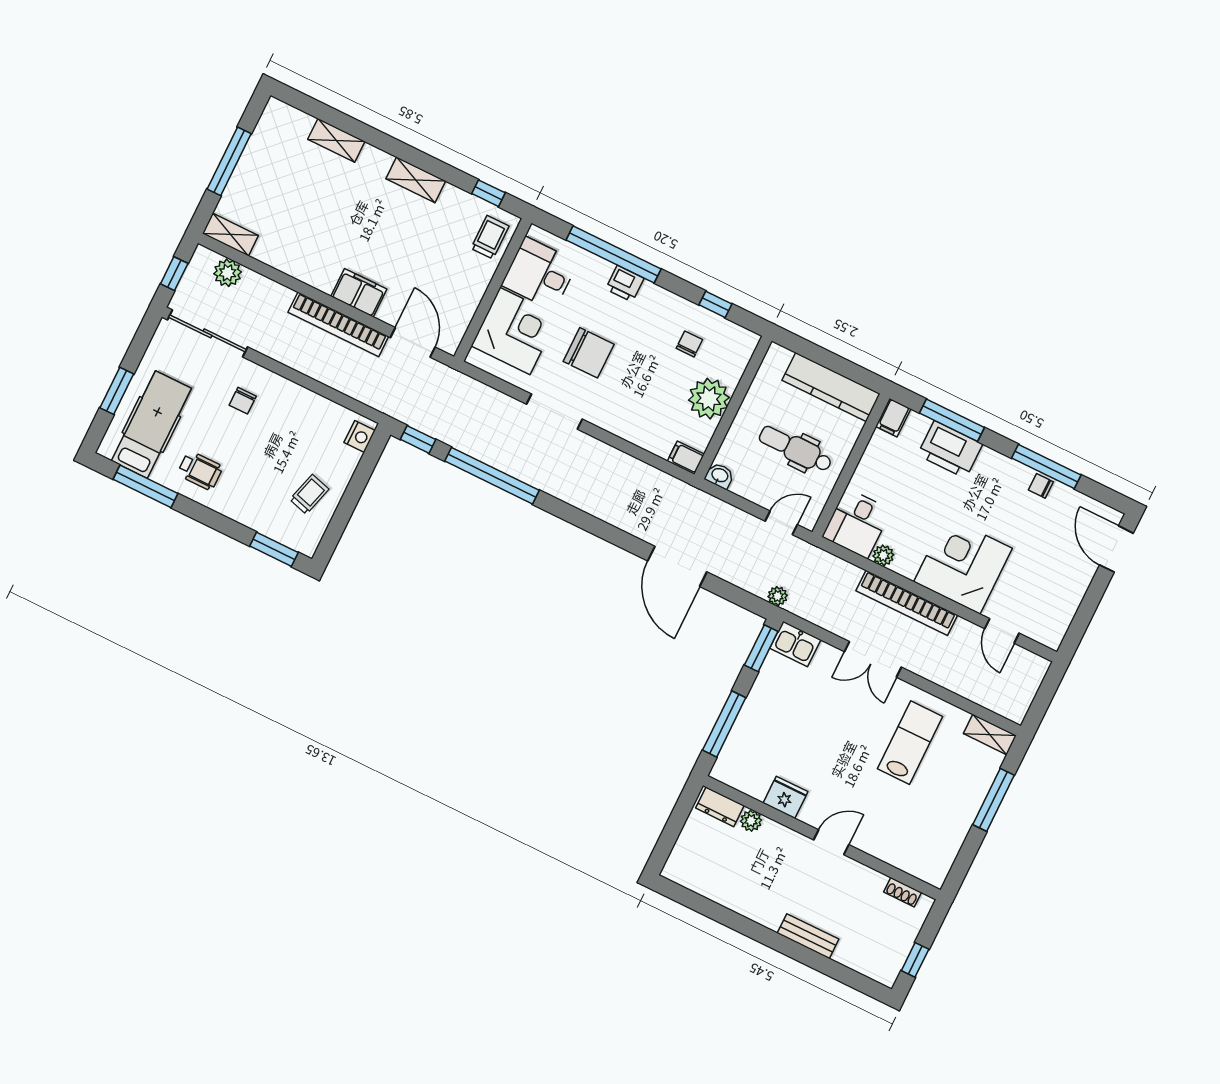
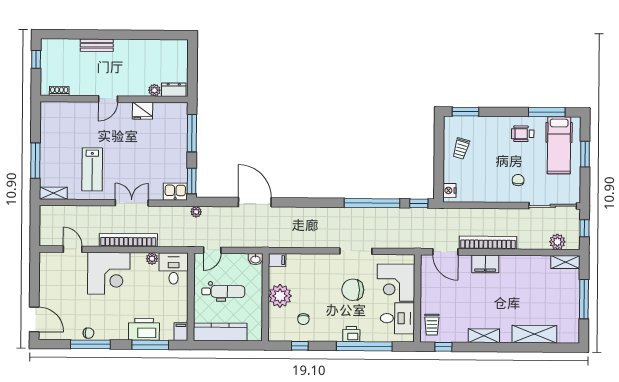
shelving: (336, 140) -> (534, 334), width x1.50, depth x1.33

